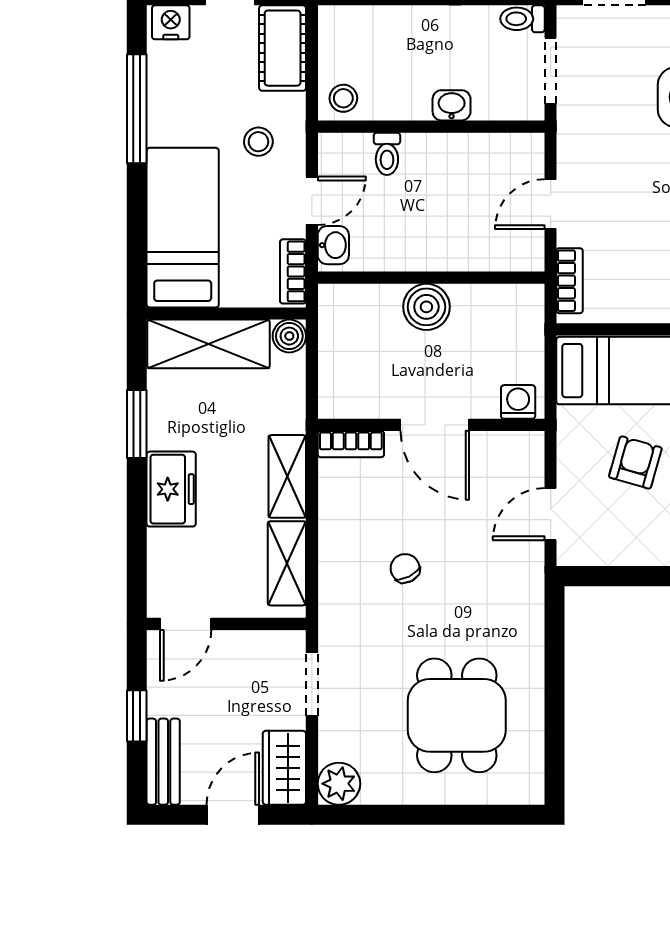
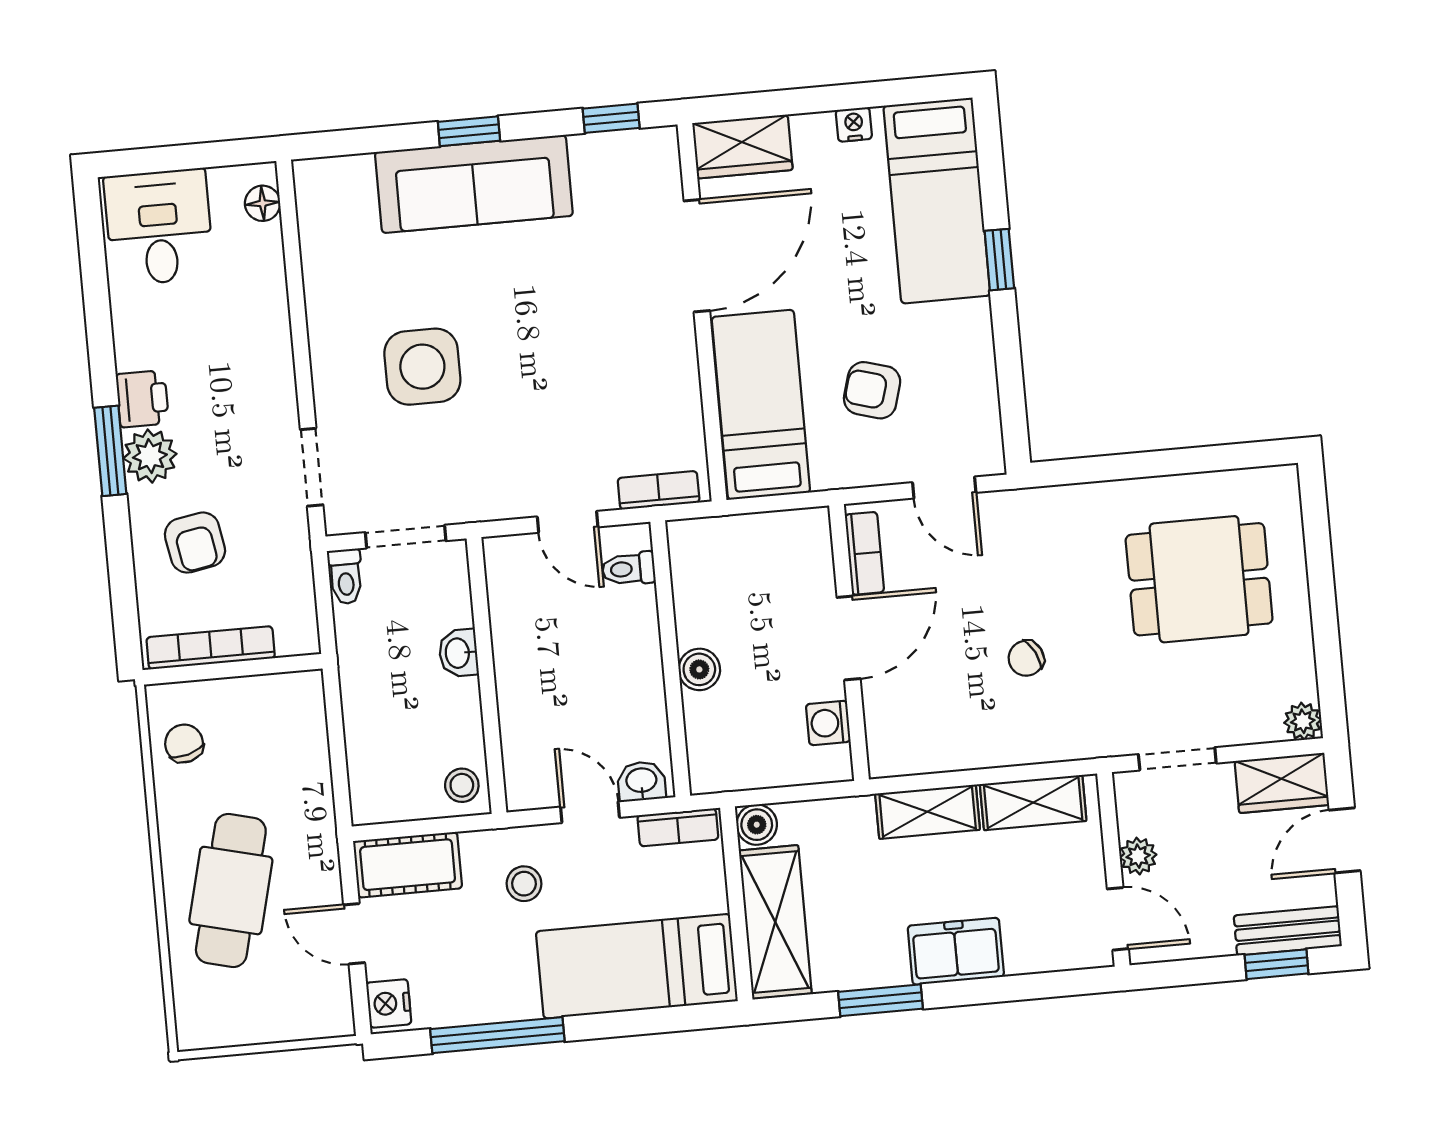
toilet: (387, 154) -> (629, 569), moved, turned 180
boiler: (426, 307) -> (699, 669), width x0.73, depth x0.73
washing machine: (518, 402) -> (828, 723), moved
bookcase: (351, 444) -> (864, 553), moved
plant: (235, 645) -> (1138, 856), added
window: (137, 716) -> (1277, 964), moved
plant: (339, 784) -> (1303, 721), width x0.73, depth x0.73
door: (233, 815) -> (1345, 840), hinge flipped

